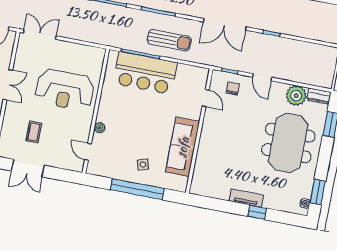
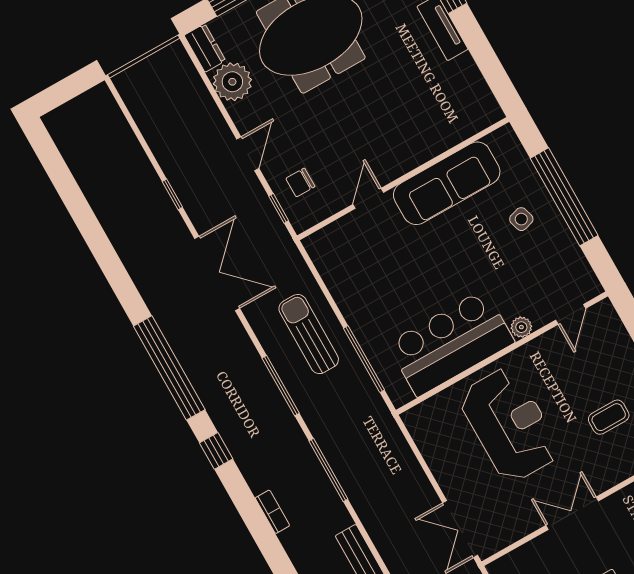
bar counter: (145, 73) -> (451, 343), moved, turned -90
door: (206, 98) -> (368, 198), moved

